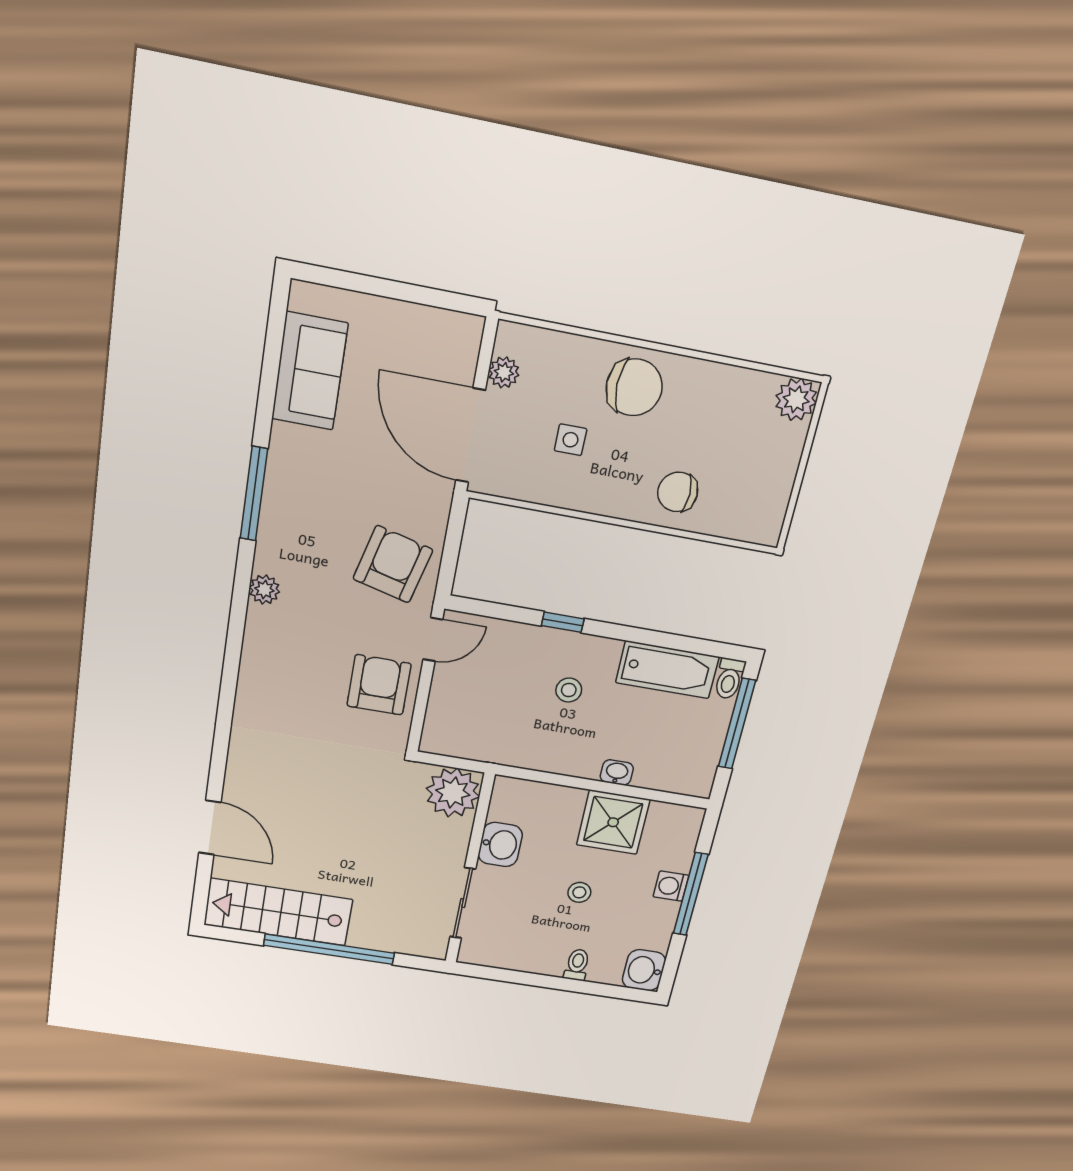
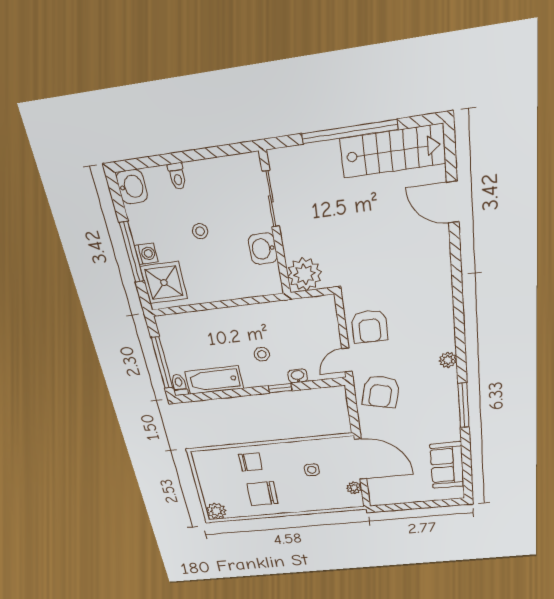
chair: (634, 387) -> (262, 494), moved
washbasin: (617, 772) -> (298, 376), moved, turned 180
shower: (613, 822) -> (164, 283), moved

